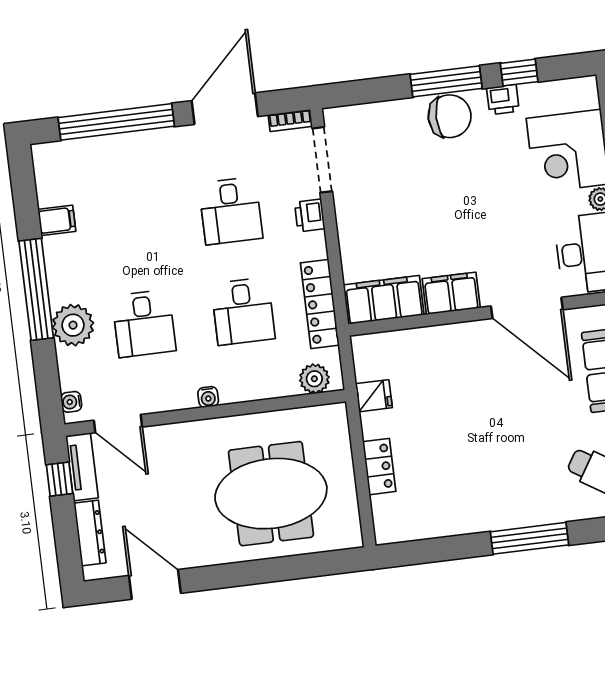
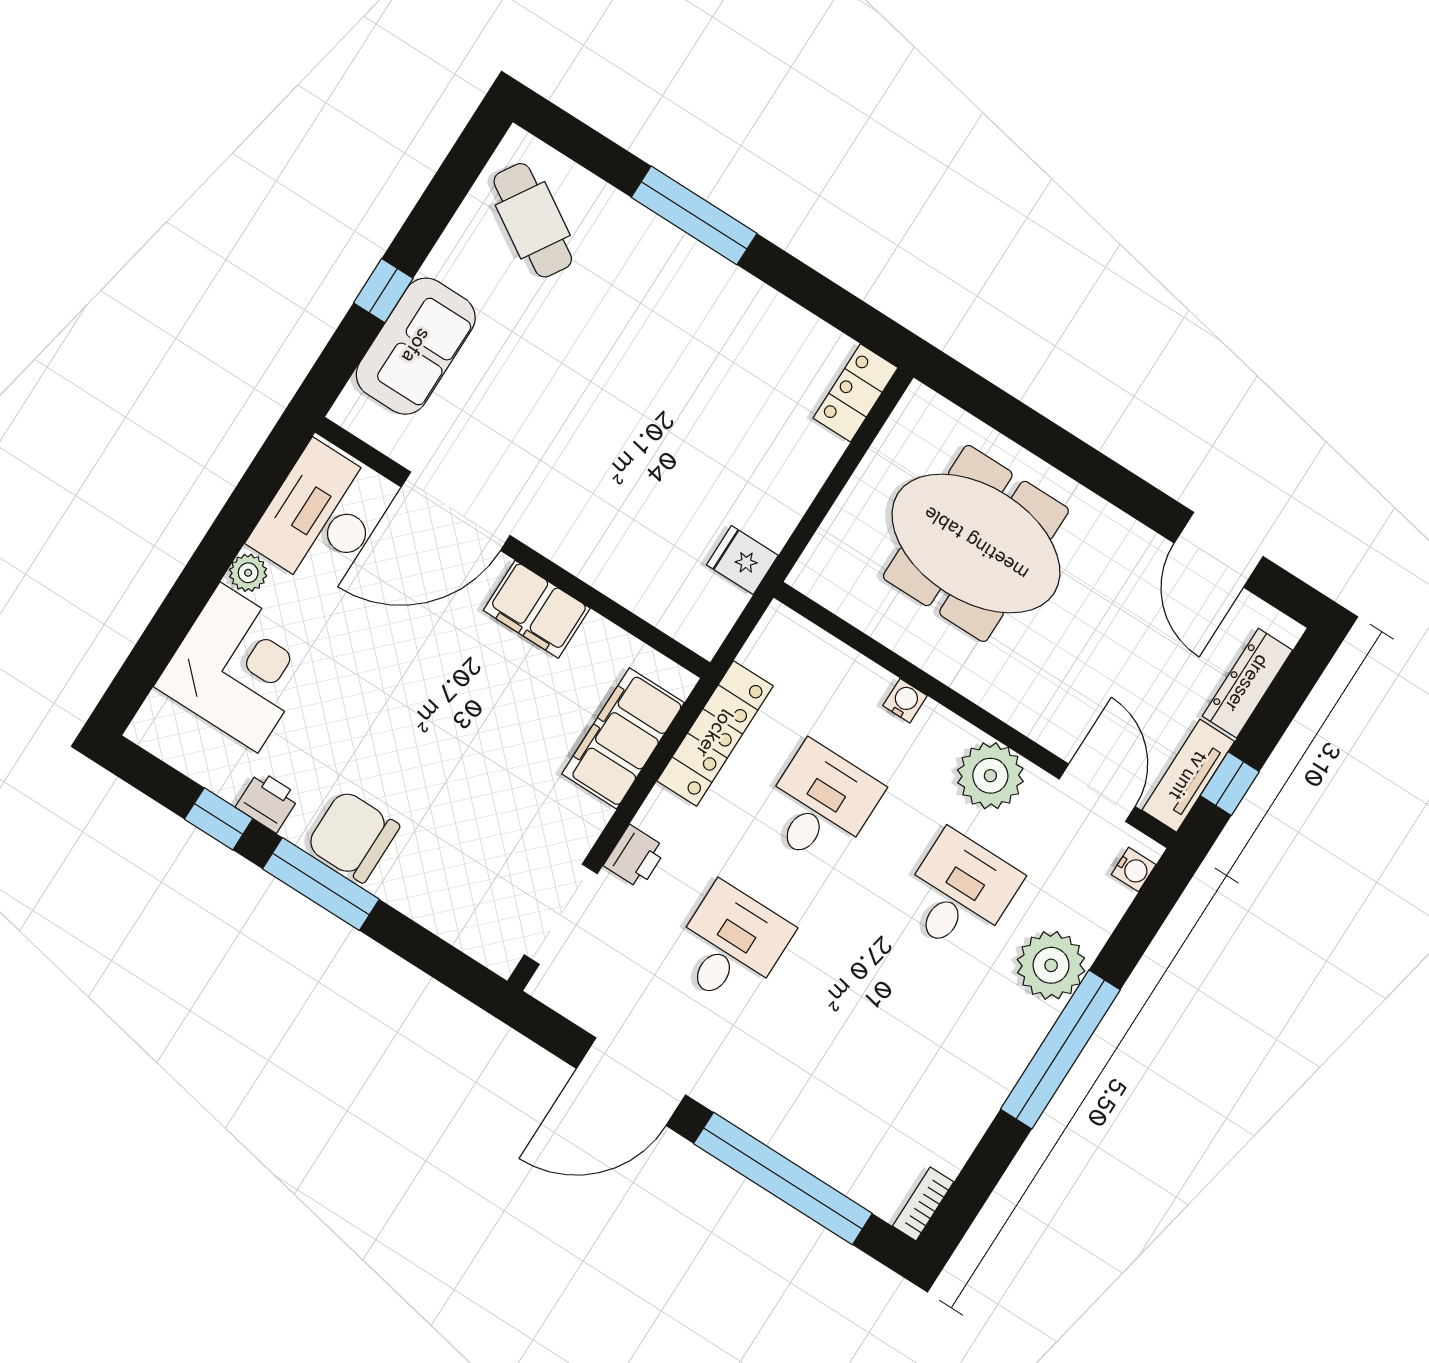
bookcase: (290, 121) -> (923, 1204), moved, turned -90
filing cabinet: (57, 220) -> (962, 1116), removed
filing cabinet: (384, 300) -> (623, 738), moved, turned 90
door: (527, 308) -> (456, 511), swing flipped
plant: (314, 379) -> (990, 776), moved, width x1.36, depth x1.36
water cooler: (208, 397) -> (905, 701), moved
locker: (379, 467) -> (855, 393), moved

